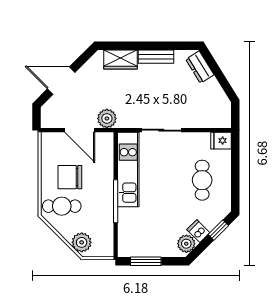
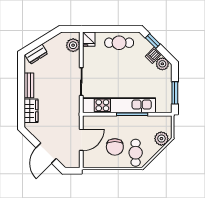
plant: (107, 118) -> (73, 45), moved
kitchen unit: (128, 169) -> (119, 105), width x1.36
cafe table: (202, 180) -> (119, 43), moved

